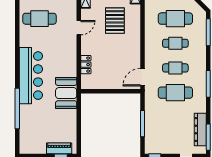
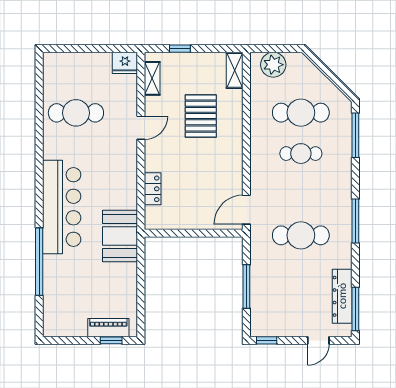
cafe table: (175, 68) -> (301, 194), removed

